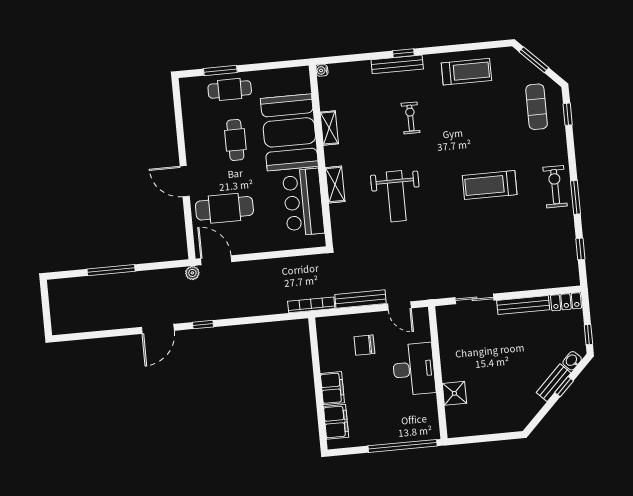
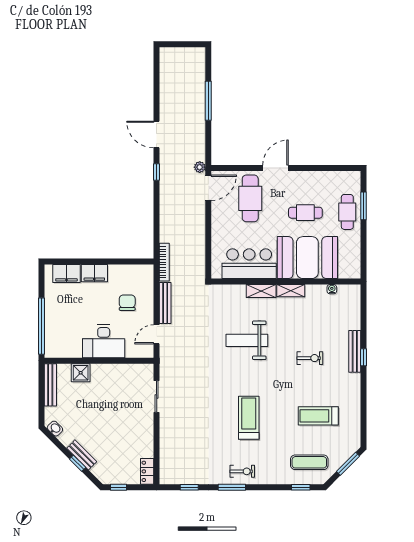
water cooler: (322, 70) -> (332, 289), moved
treadmill: (466, 72) -> (318, 416), moved, turned 90
shelving: (329, 128) -> (291, 291), moved
exercise bike: (555, 187) -> (242, 471), width x0.73, depth x0.72
bench: (523, 305) -> (50, 385), moved
washbasin: (572, 361) -> (55, 429), moved

